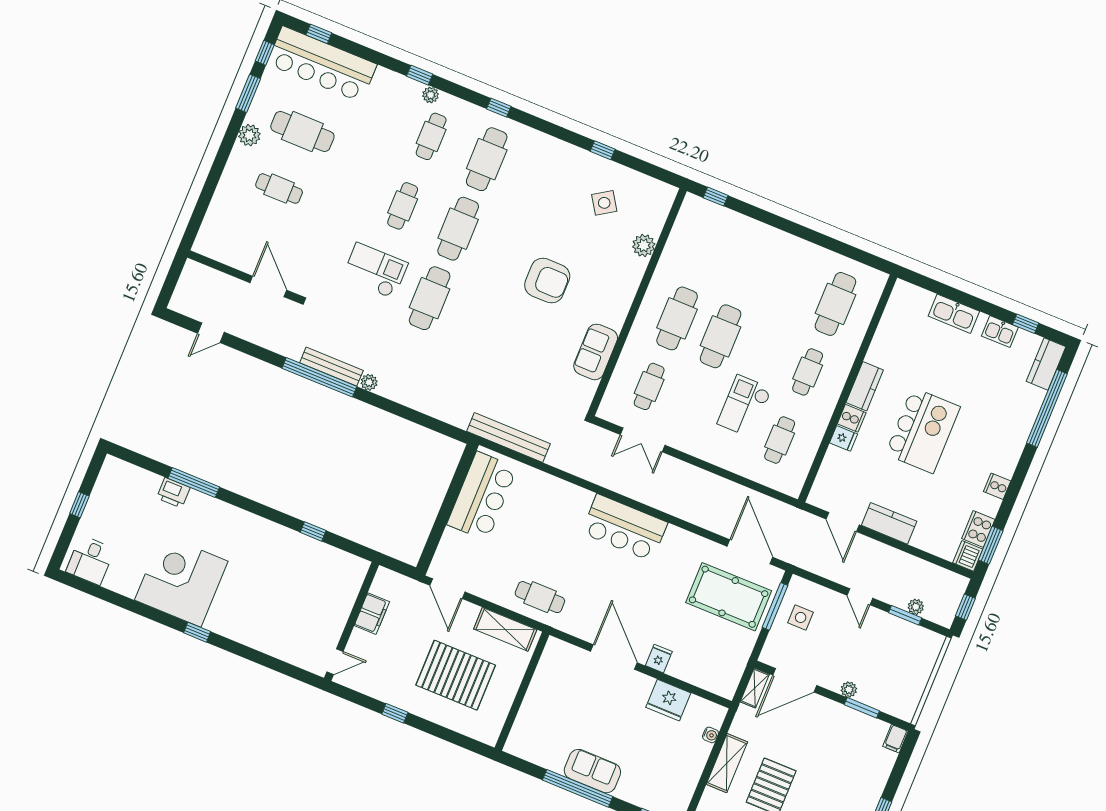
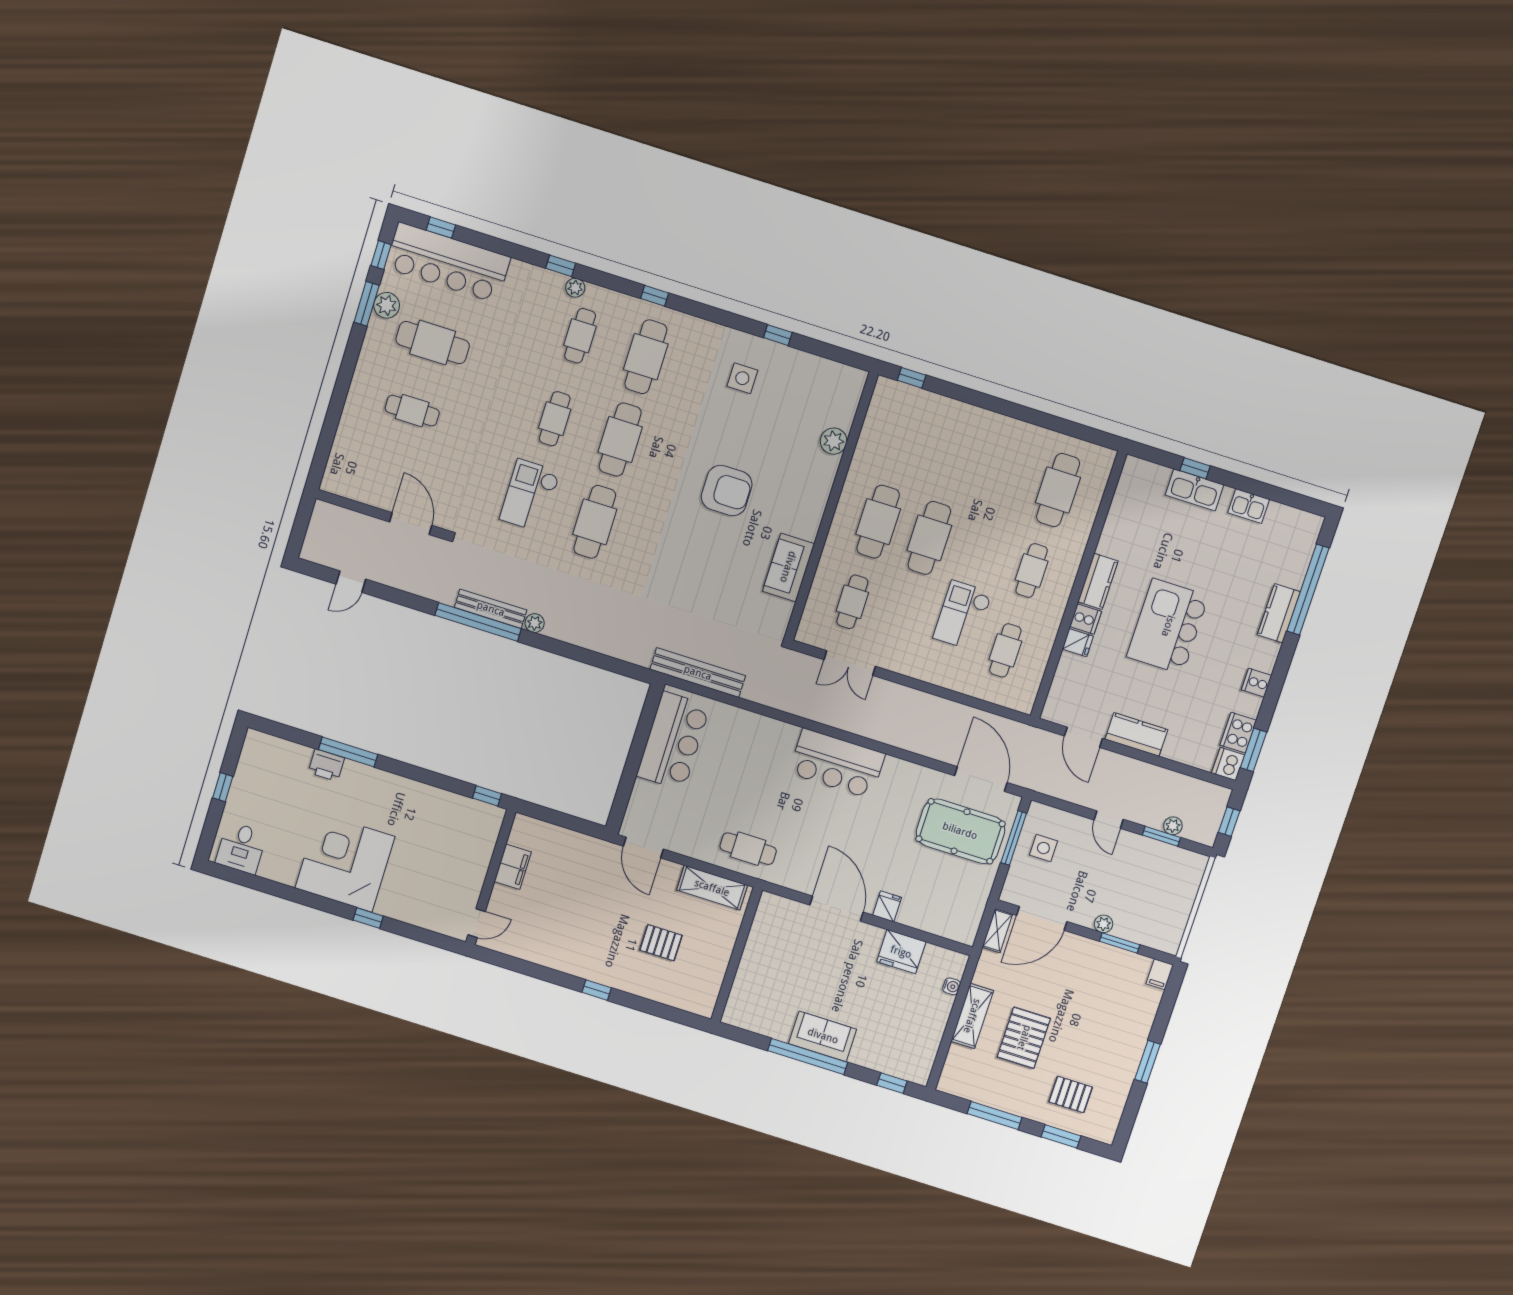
plant: (249, 135) -> (387, 305), moved
side table: (604, 203) -> (742, 378), moved, turned 33
checkout: (375, 271) -> (530, 495), turned -90
window: (1026, 324) -> (1195, 468), moved
kitchen counter: (1046, 364) -> (1279, 613), moved
kitchen island: (923, 430) -> (1168, 626), turned 180
filing cabinet: (372, 614) -> (513, 867), moved
wall: (352, 621) -> (491, 877), moved
door: (335, 662) -> (477, 923), moved
pallet: (456, 675) -> (661, 943), width x0.49, depth x0.50

